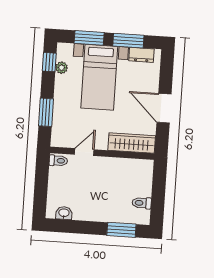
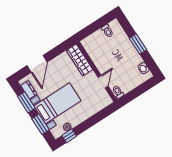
door: (164, 108) -> (37, 64), moved
window: (46, 112) -> (97, 118), removed
door: (84, 152) -> (103, 82), swing flipped
window: (121, 230) -> (138, 44), moved

